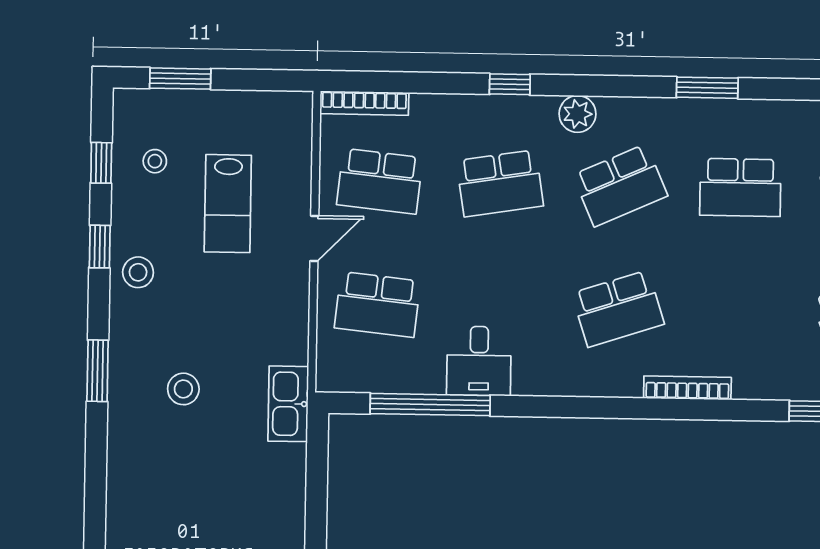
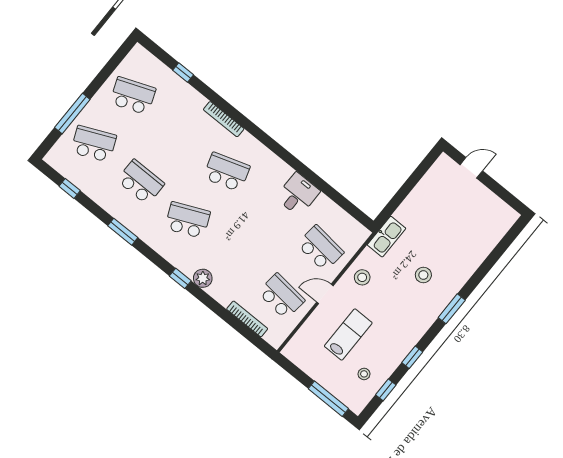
window: (180, 79) -> (328, 399), width x1.44
window: (510, 84) -> (180, 278), moved
bookcase: (364, 103) -> (247, 319), moved
plant: (577, 114) -> (203, 278), moved
school desk: (500, 183) -> (234, 258), removed
stool: (138, 272) -> (362, 277), moved
window: (430, 405) -> (331, 192), removed

